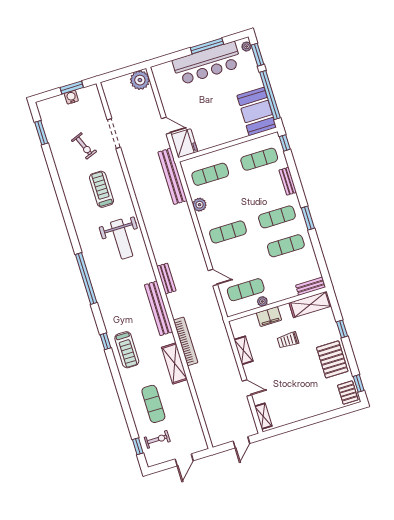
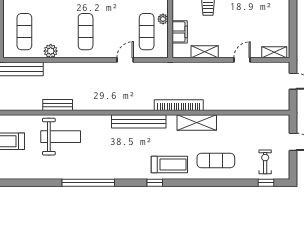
bench: (166, 278) -> (58, 105), moved
filing cabinet: (269, 317) -> (180, 32), moved
exercise mat: (153, 404) -> (216, 160), moved

